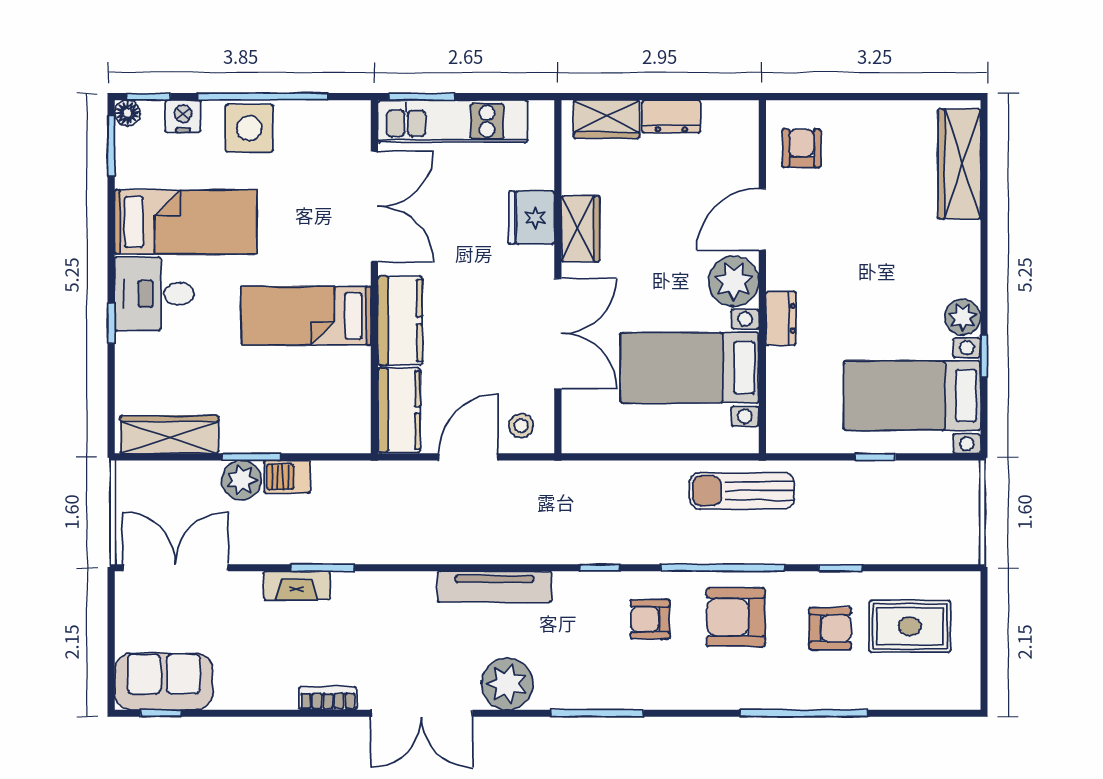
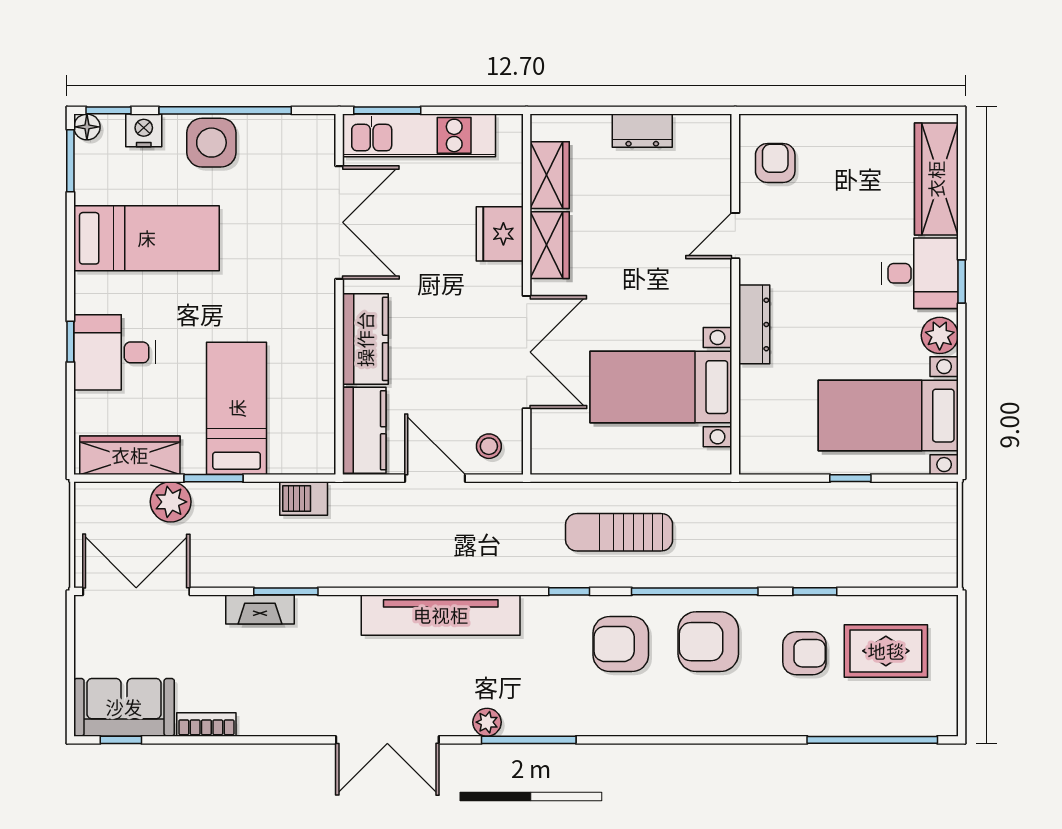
wardrobe: (606, 119) -> (550, 175), moved, turned -90
door: (762, 219) -> (735, 236), width x0.73
desk: (943, 256) -> (920, 273), added
plant: (734, 281) -> (706, 299), removed
desk: (154, 294) -> (115, 352), moved
bed: (306, 316) -> (237, 408), moved, turned 90
dresser: (781, 318) -> (754, 324), width x1.44
window: (984, 356) -> (962, 282), moved
door: (468, 457) -> (435, 478), hinge flipped
barbecue: (287, 477) -> (304, 498), moved
plant: (241, 480) -> (171, 502), moved
sun lounger: (742, 491) -> (619, 532), moved
tv unit: (494, 587) -> (441, 615), width x1.36, depth x1.29
armchair: (650, 619) -> (621, 644), width x1.38, depth x1.38
plant: (507, 684) -> (487, 722), width x0.53, depth x0.53
bookcase: (328, 698) -> (206, 724), moved
window: (597, 713) -> (529, 740), moved
window: (804, 713) -> (872, 740), moved

